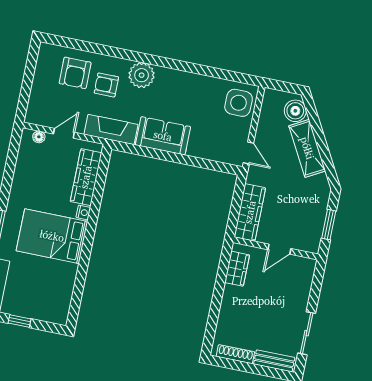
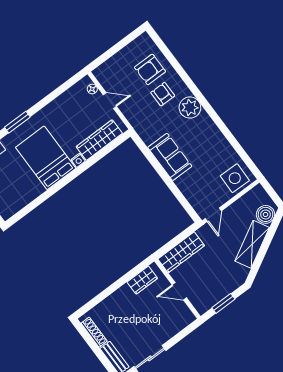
fireplace: (111, 129) -> (141, 124), removed

